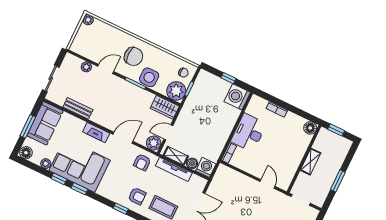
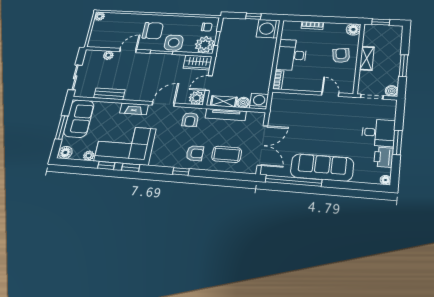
armchair: (290, 150) -> (341, 56), added
boiler: (319, 201) -> (392, 91), added

